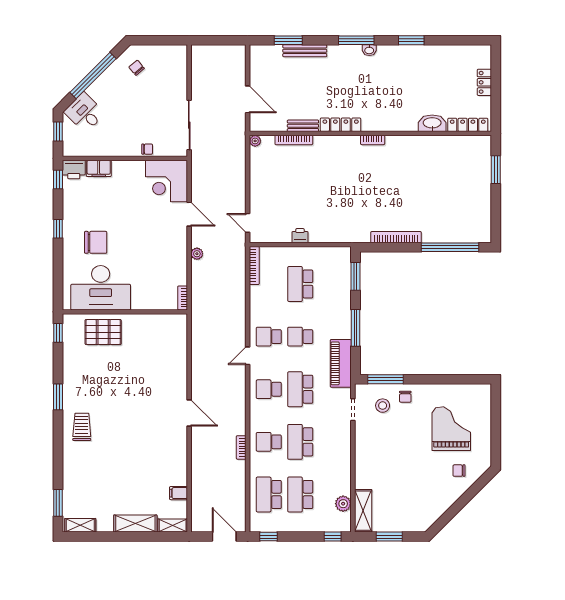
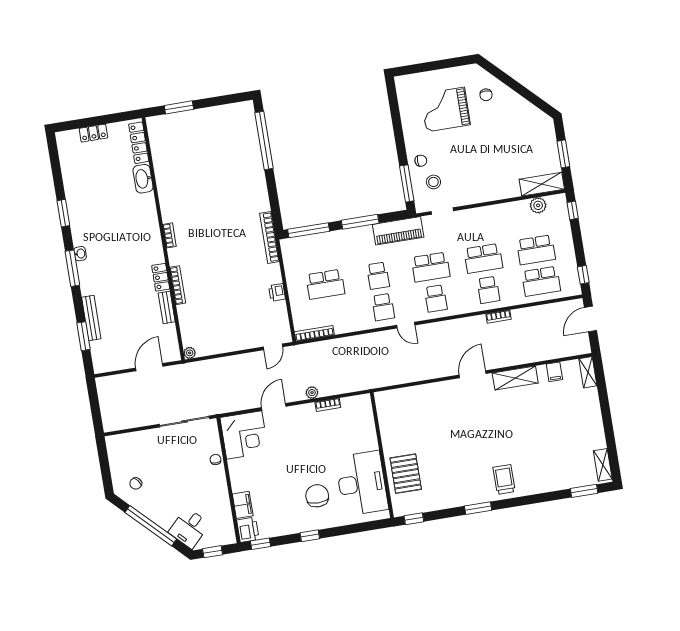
locker: (341, 125) -> (161, 277), width x0.66
bookcase: (294, 140) -> (178, 285), moved
bookcase: (396, 237) -> (269, 237), moved
window: (355, 276) -> (309, 230), width x1.44
bookcase: (183, 298) -> (328, 405), moved
trolley: (82, 427) -> (504, 479), turned 90
shelving: (135, 524) -> (515, 378), moved, turned 90

